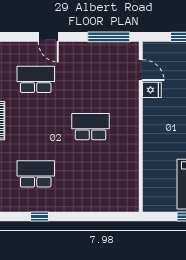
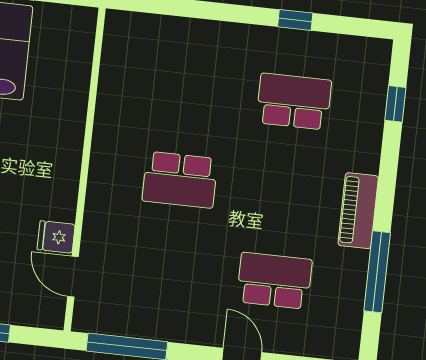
school desk: (36, 79) -> (274, 281), turned 180
school desk: (36, 174) -> (294, 102), turned 180

